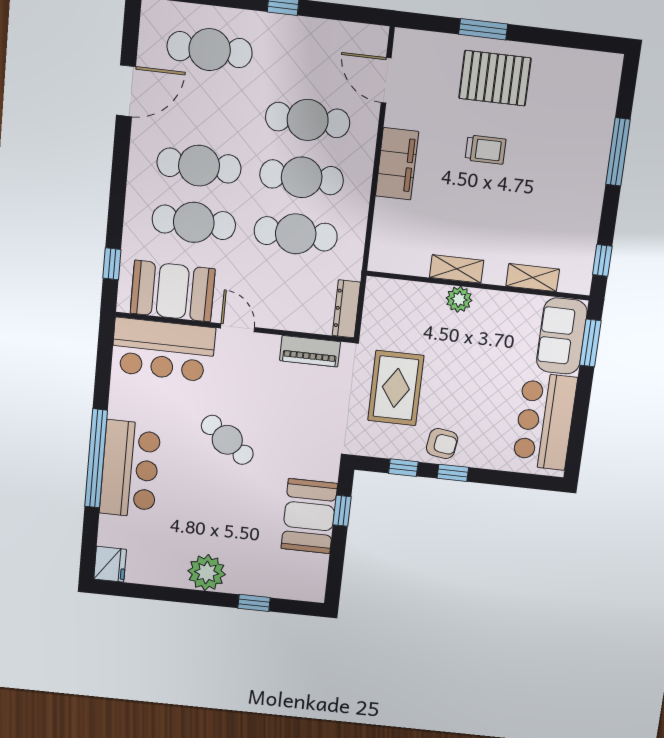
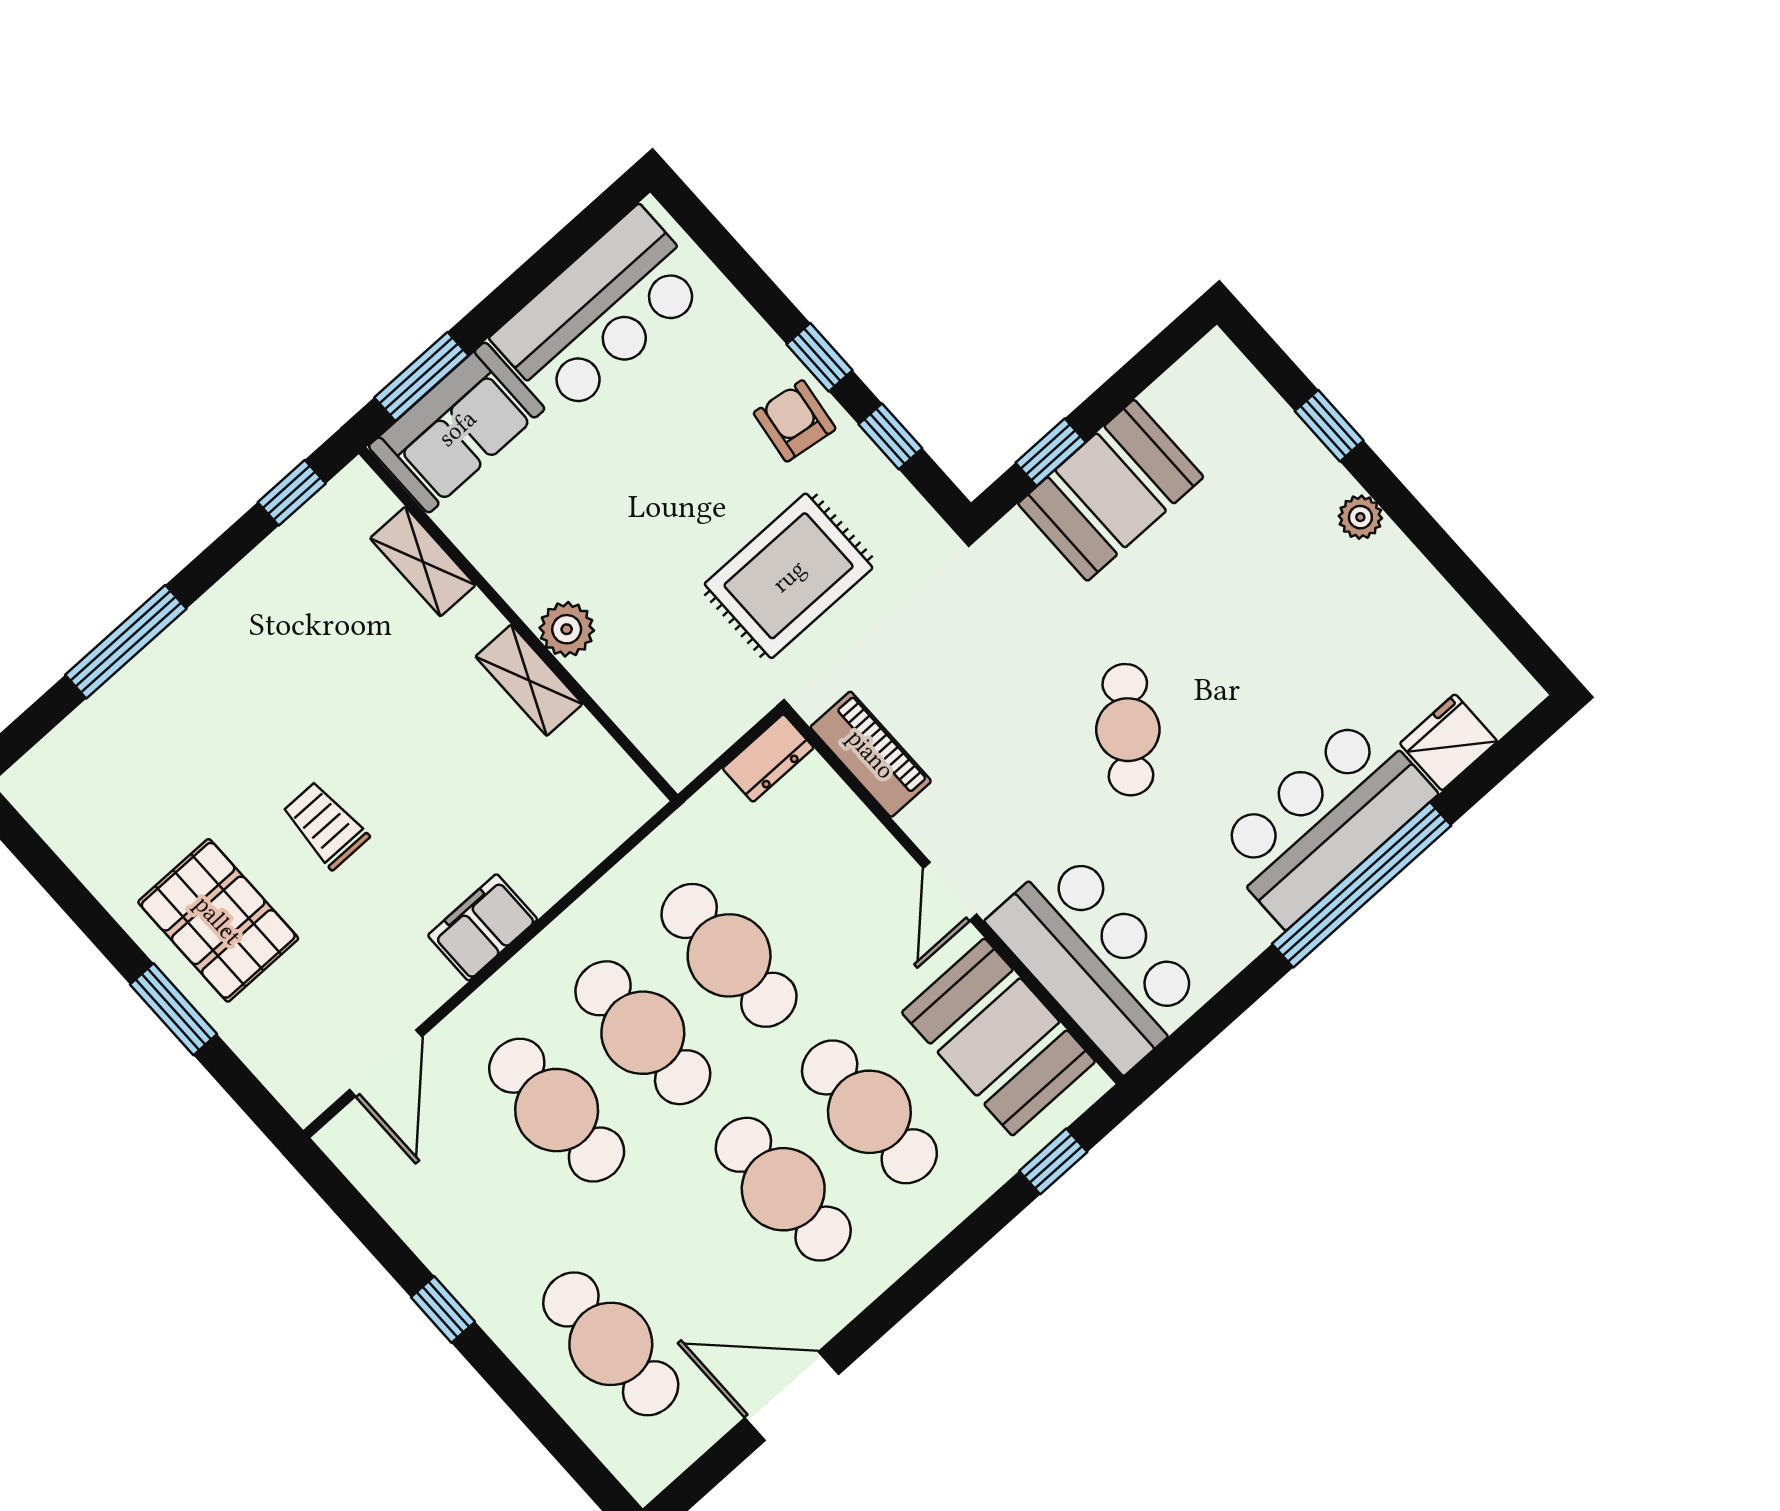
filing cabinet: (397, 164) -> (483, 927), width x0.67, depth x0.86
dresser: (346, 309) -> (768, 758), width x0.70
fridge: (110, 564) -> (1449, 742), moved
plant: (207, 573) -> (1360, 517), width x0.53, depth x0.53

